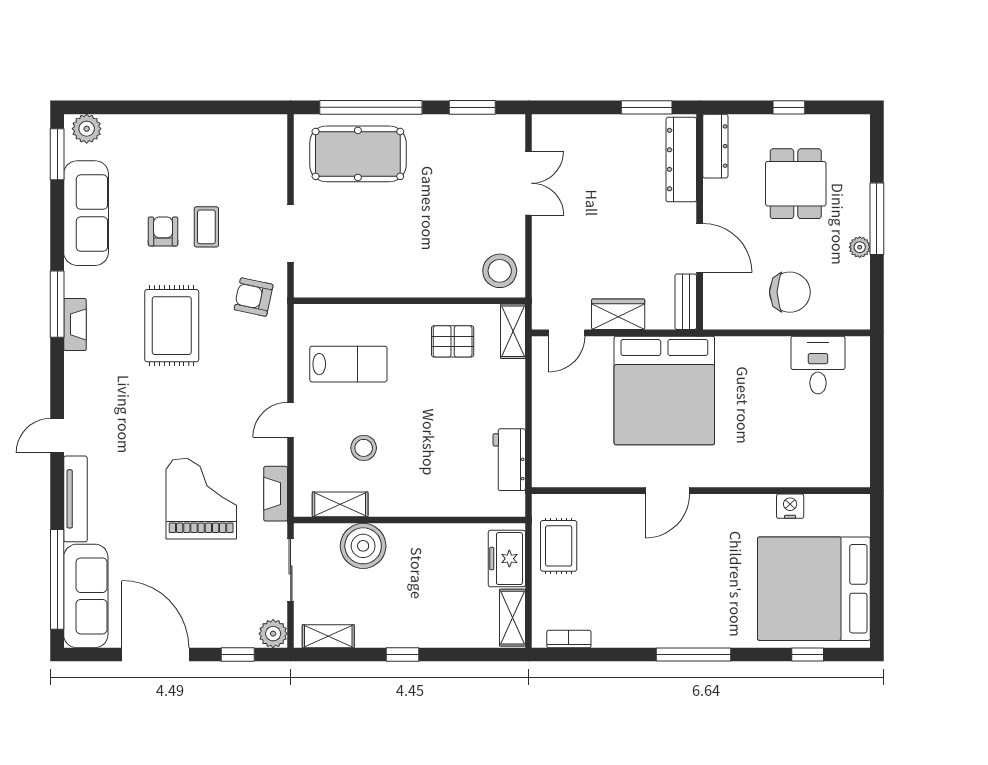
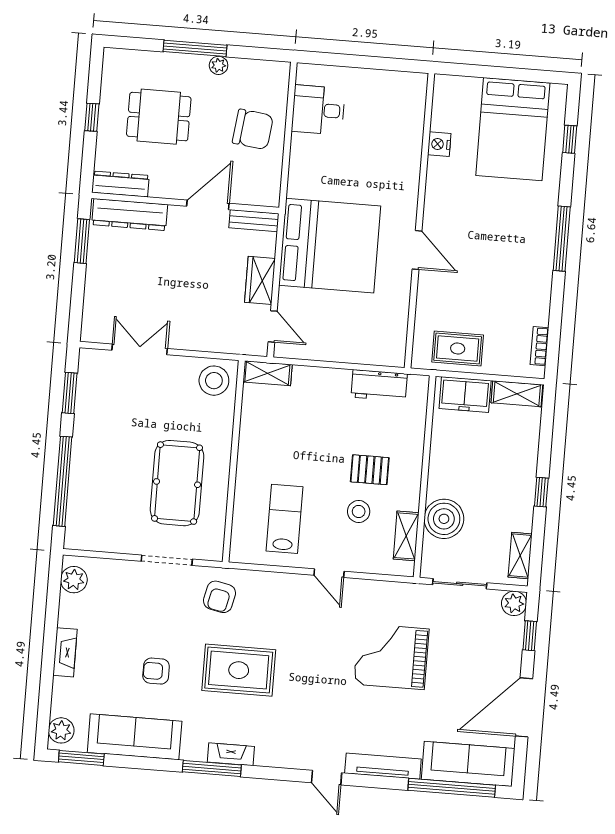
plant: (260, 129) -> (74, 580), added
pool table: (358, 154) -> (177, 483), moved
coffee table: (206, 227) -> (155, 633), removed
chair: (790, 292) -> (253, 129), turned 97
pallet: (453, 341) -> (370, 470), moved, turned 90
fireplace: (276, 494) -> (65, 652), moved, turned -90
bed: (814, 589) -> (513, 129), width x0.73

